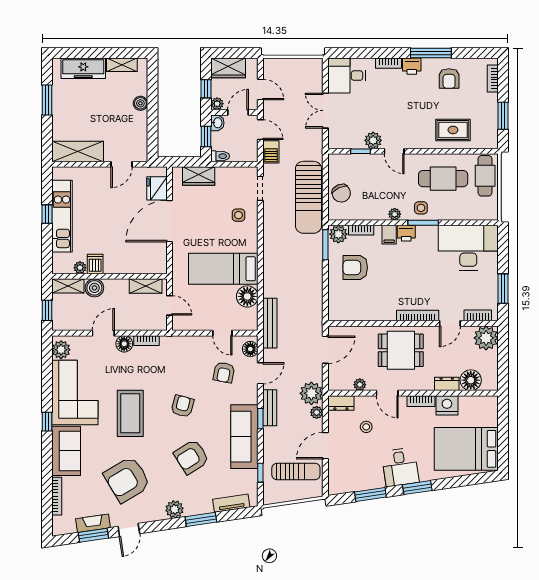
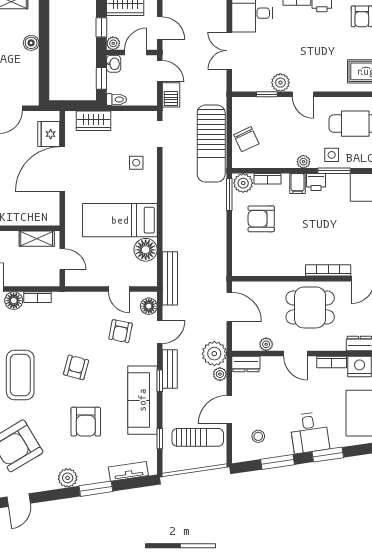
door: (325, 350) -> (229, 307), hinge flipped
stool: (366, 427) -> (258, 436), moved
armchair: (191, 457) -> (86, 422), turned -58

